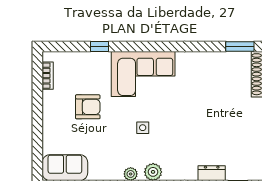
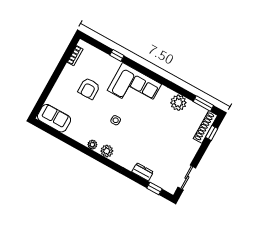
plant: (208, 63) -> (178, 103), added
armchair: (88, 107) -> (89, 89), turned 90

